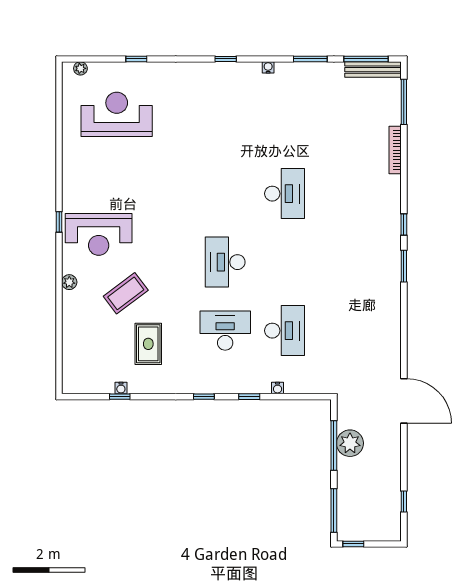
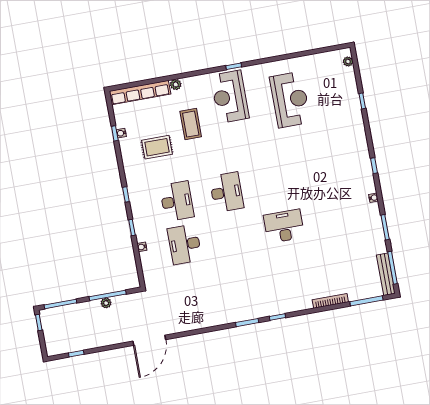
reception desk: (117, 114) -> (290, 100), moved
desk: (285, 194) -> (284, 226), turned 180
desk: (225, 262) -> (226, 192), turned 90
plant: (69, 282) -> (176, 84), moved
coffee table: (126, 293) -> (191, 124), turned 37
desk: (285, 331) -> (185, 244), turned 90
row of seats: (71, 353) -> (140, 93), added
plant: (350, 443) -> (106, 303), width x0.53, depth x0.53

